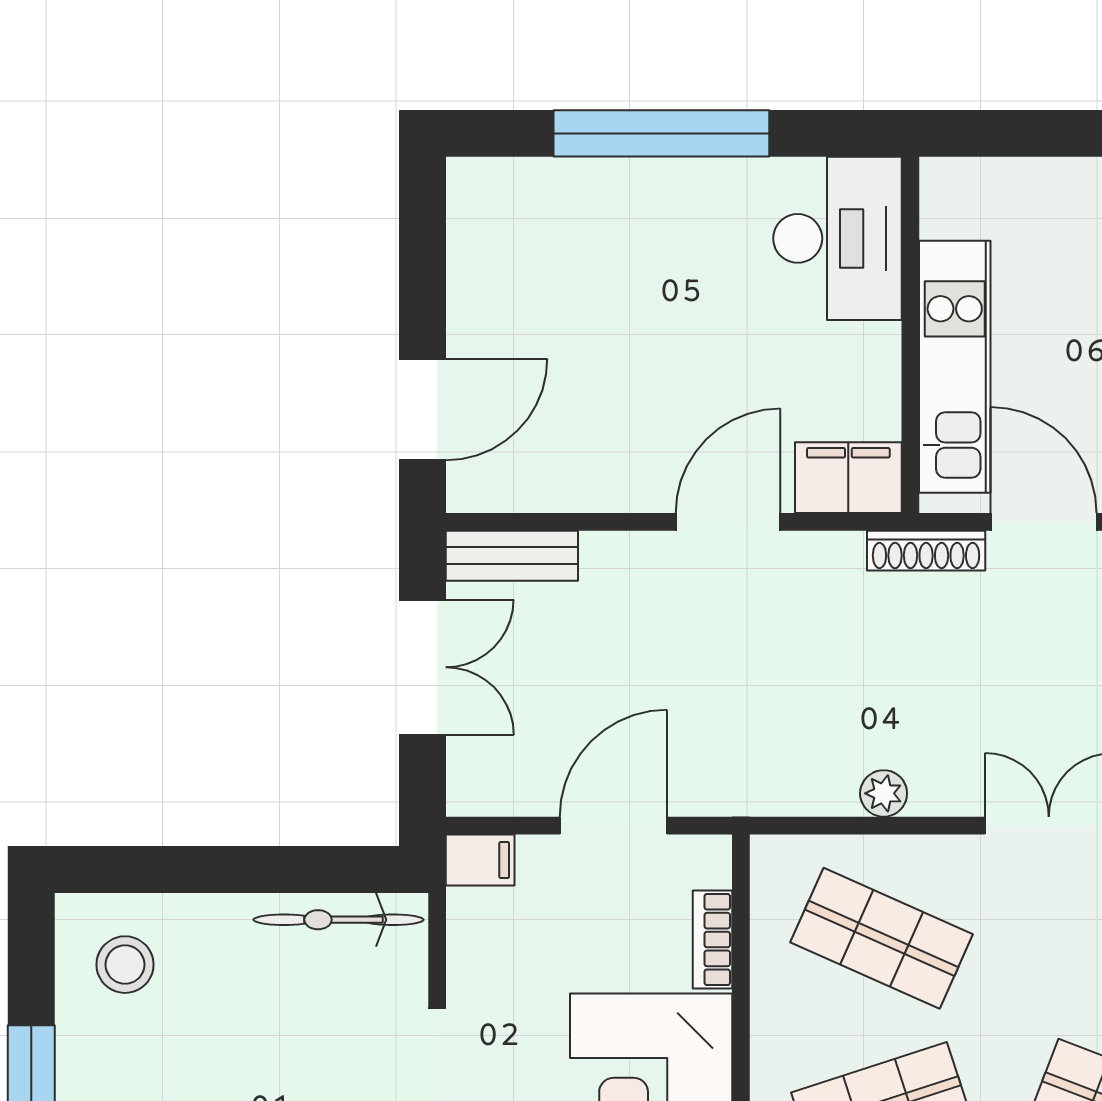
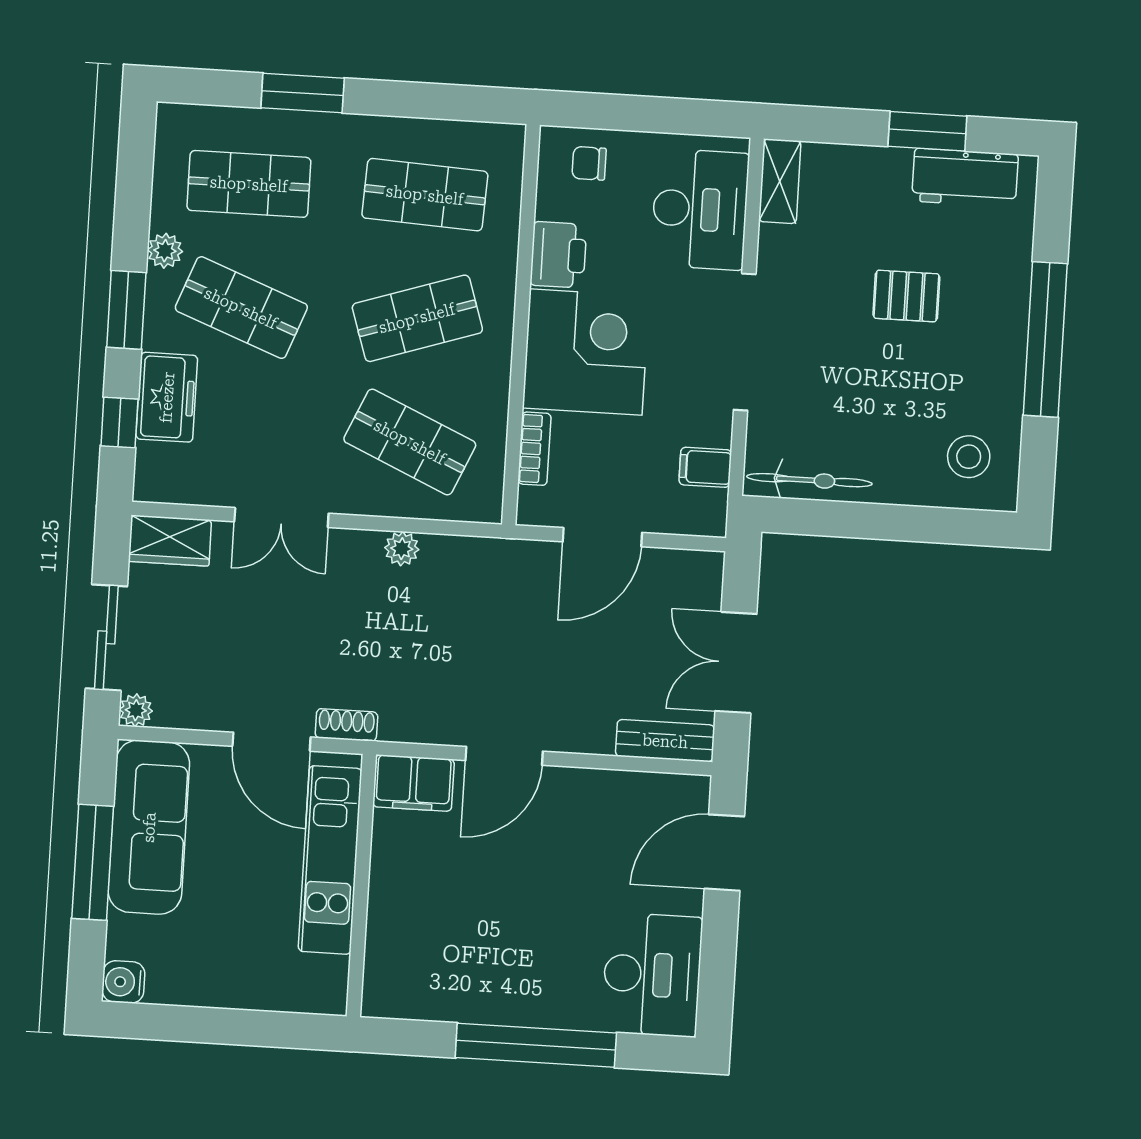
desk: (837, 238) -> (652, 975), moved, turned 180
shoe rack: (926, 551) -> (346, 725), width x0.70
filing cabinet: (480, 860) -> (705, 467), moved

